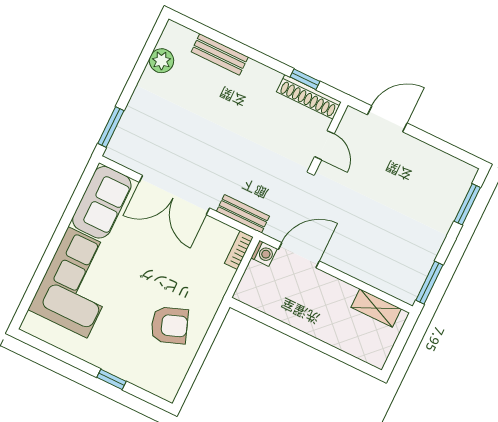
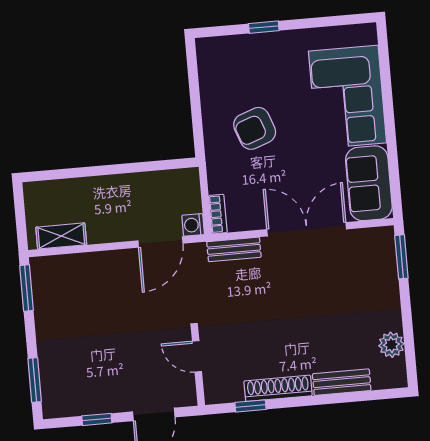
shoe rack: (309, 97) -> (278, 388), moved
window: (436, 142) -> (97, 419), added
armchair: (169, 325) -> (255, 128), moved

